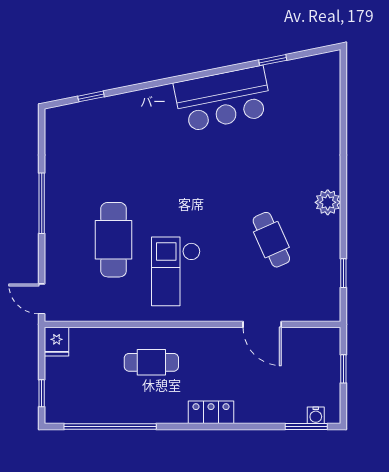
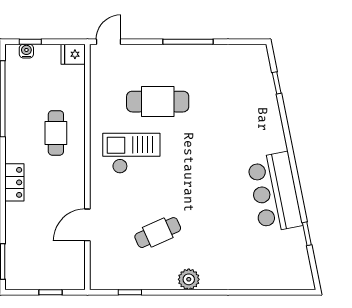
water cooler: (316, 415) -> (26, 51), moved, turned 90

